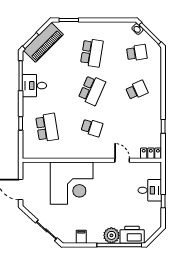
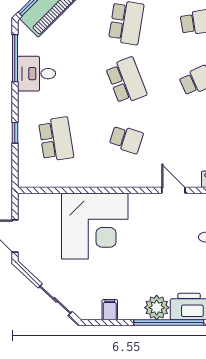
school desk: (92, 90) -> (126, 81), turned -45

